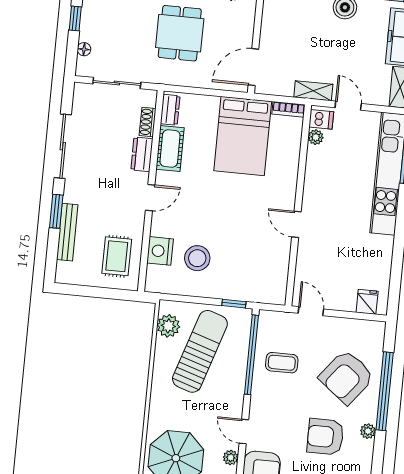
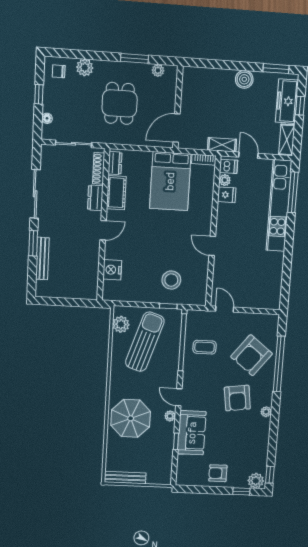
shoe rack: (148, 122) -> (99, 168), width x1.43
rug: (117, 256) -> (80, 275), removed
stool: (197, 258) -> (171, 280), moved
fridge: (367, 302) -> (227, 195), moved, turned 90
plant: (368, 431) -> (266, 412), moved
armchair: (325, 437) -> (237, 398), turned -98

